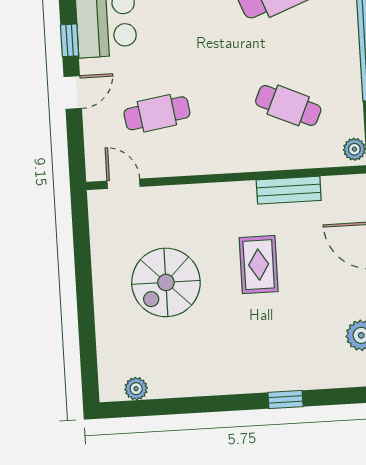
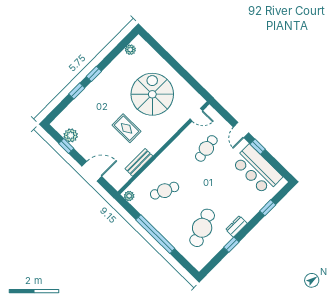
spiral stairs: (166, 282) -> (152, 94), width x1.37, depth x1.37
window: (232, 403) -> (94, 74), added

